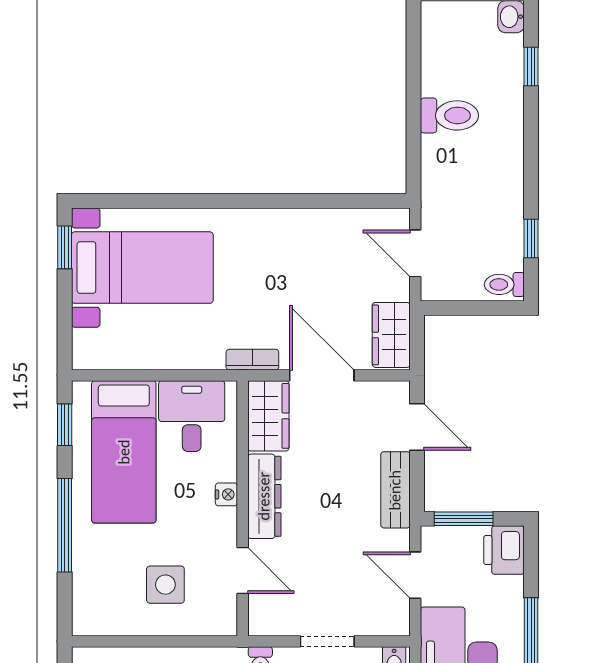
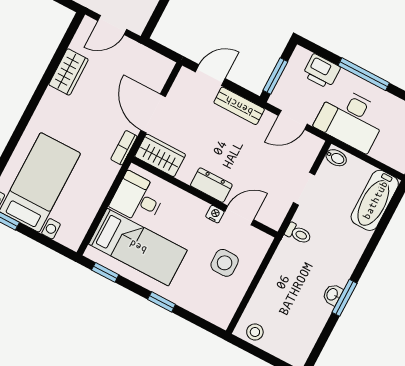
wardrobe: (391, 335) -> (68, 72), moved, turned -90
door: (322, 375) -> (153, 113), hinge flipped
nightstand: (226, 494) -> (215, 214), moved
dresser: (264, 496) -> (211, 185), width x0.70
window: (65, 525) -> (162, 302), width x0.46
printer: (504, 550) -> (321, 71), moved

